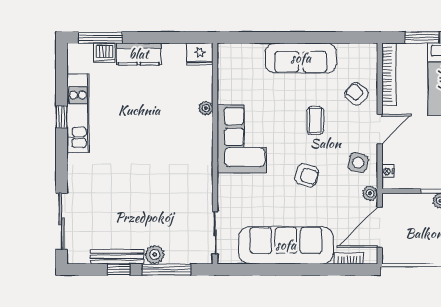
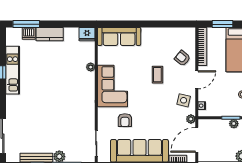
sofa: (301, 58) -> (119, 36), moved
armchair: (307, 175) -> (125, 120), moved, turned 73

